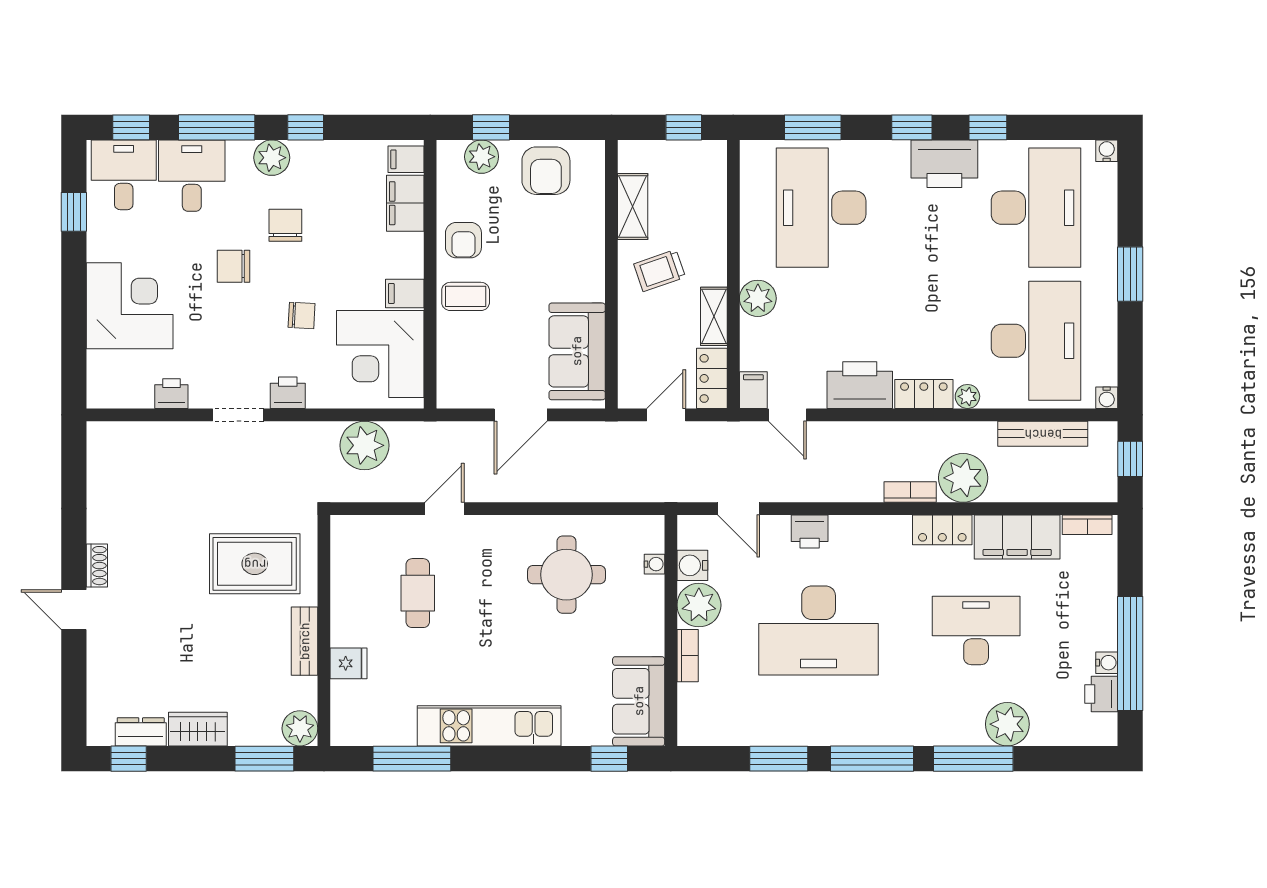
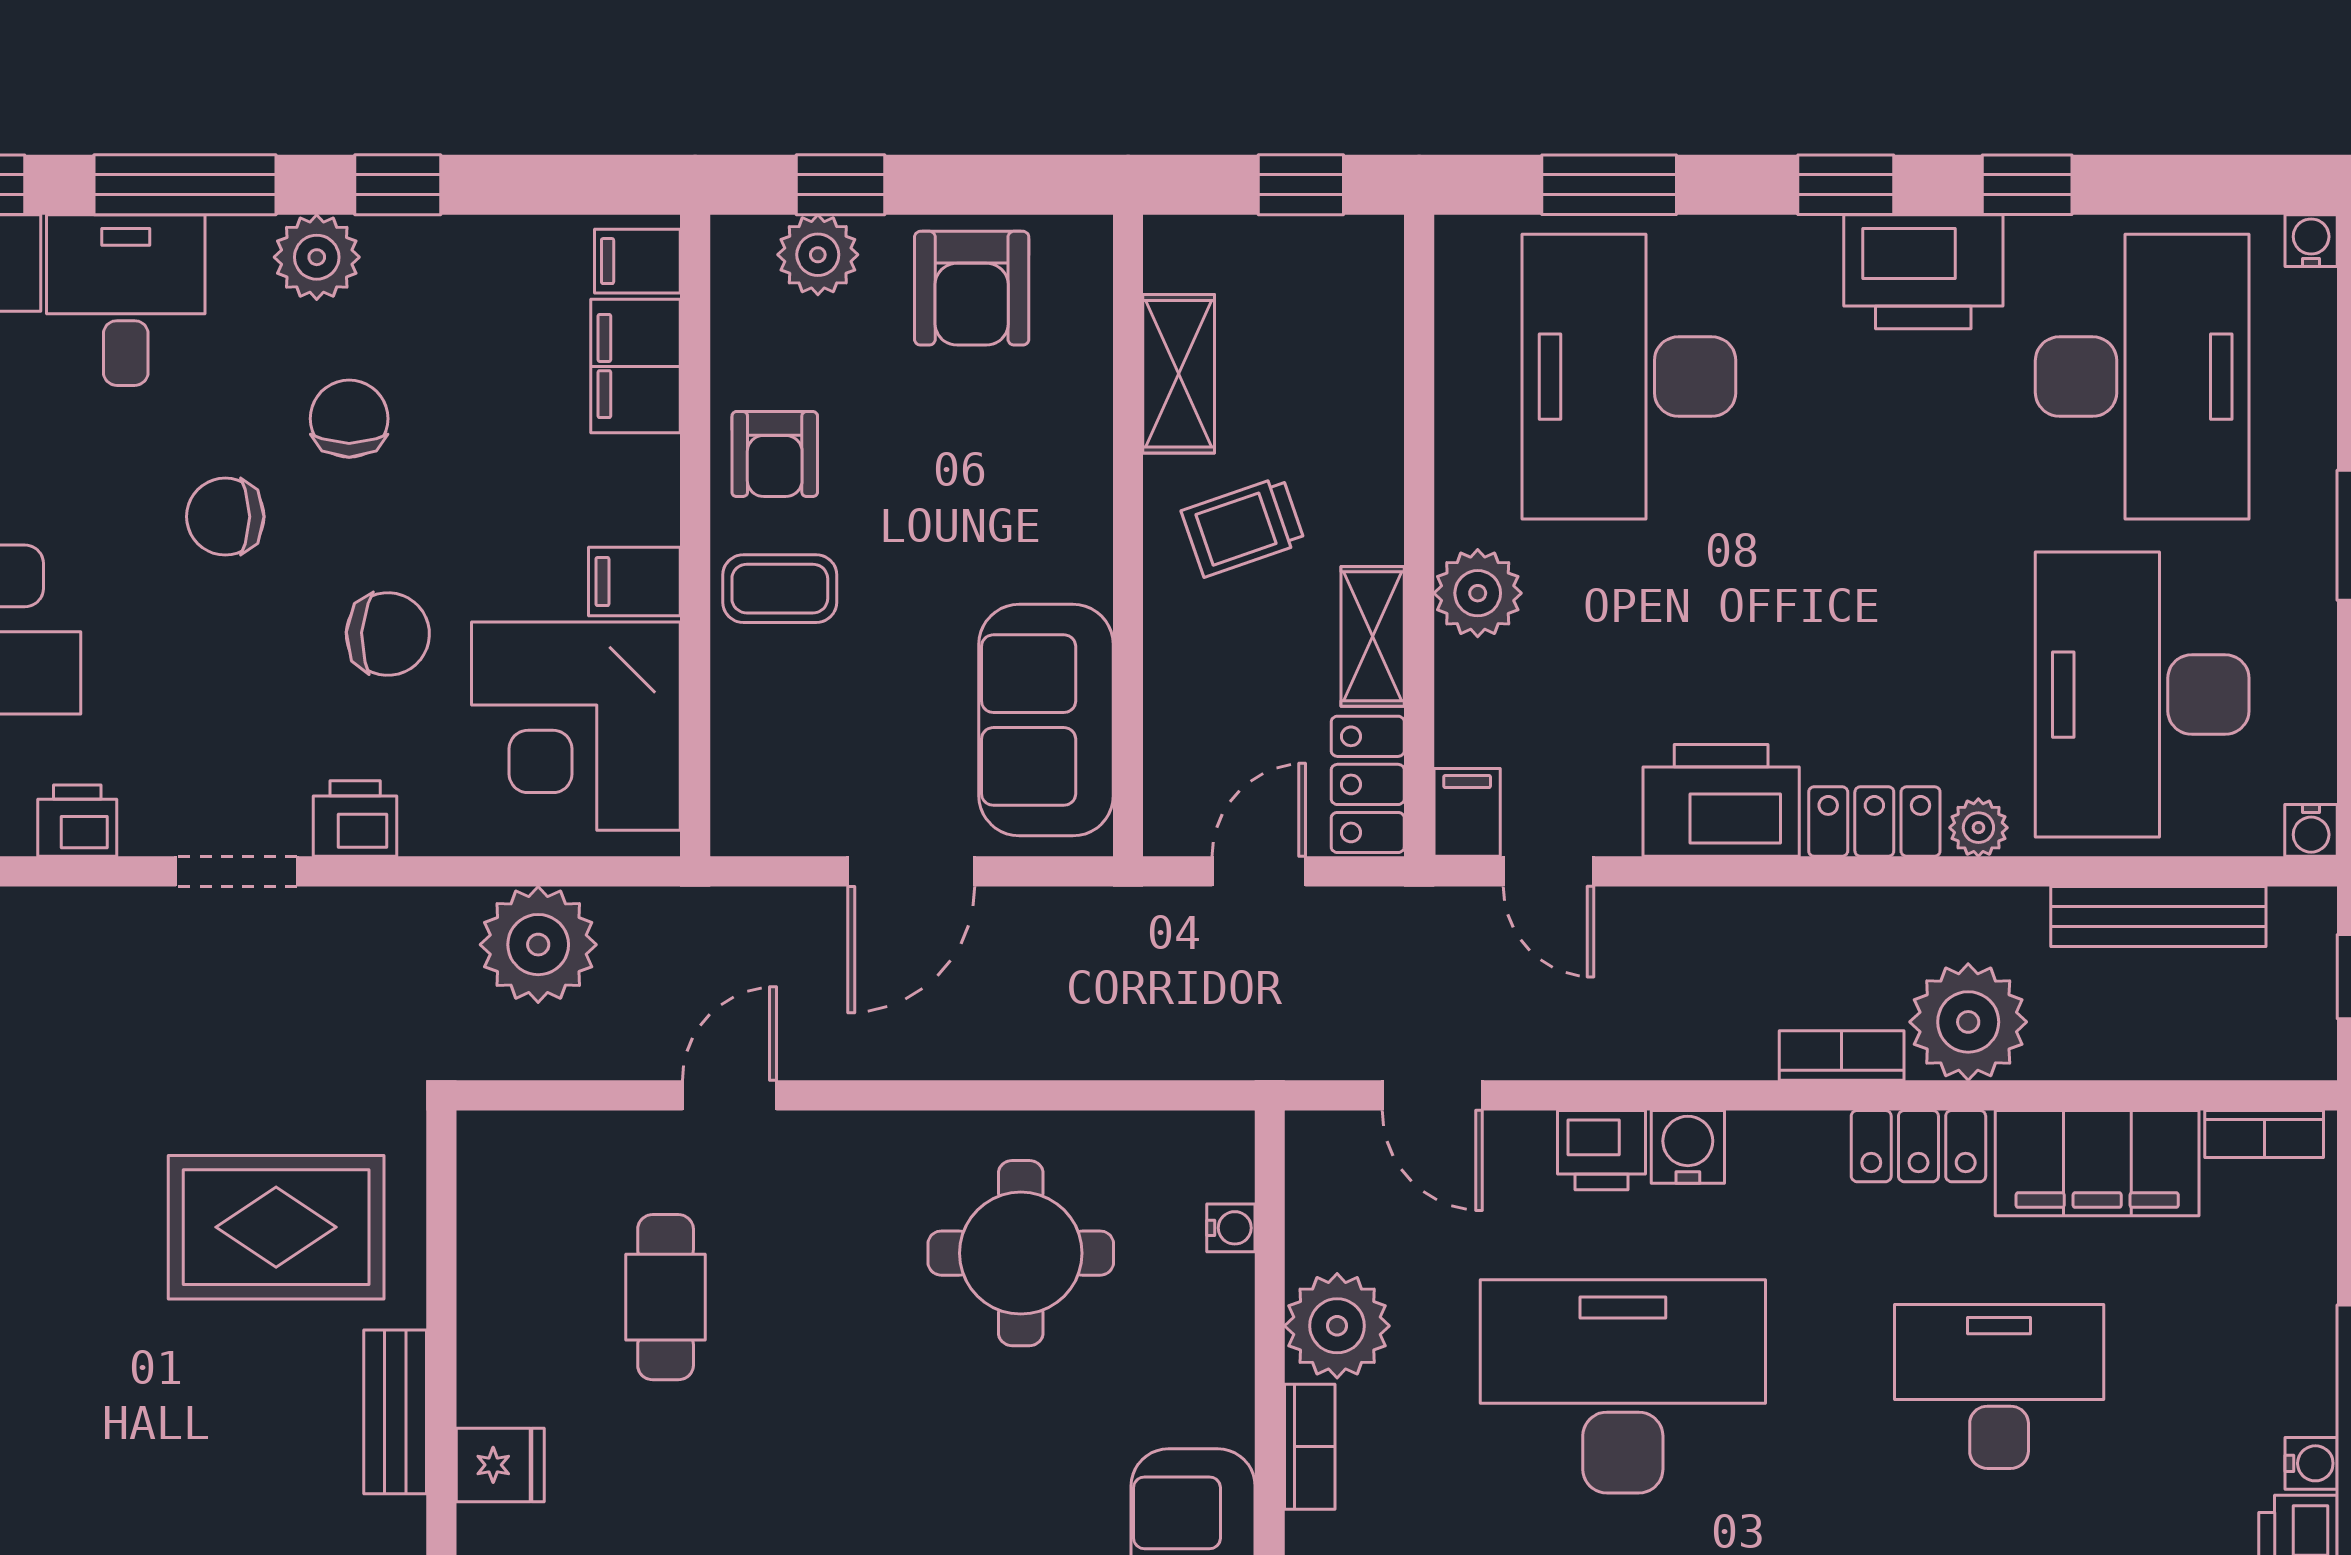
chair: (302, 315) -> (388, 634), width x1.37, depth x1.37
desk: (1036, 341) -> (2142, 695), turned 180
water cooler: (692, 565) -> (1688, 1147), moved, turned 90
desk: (819, 630) -> (1623, 1386), turned 180

